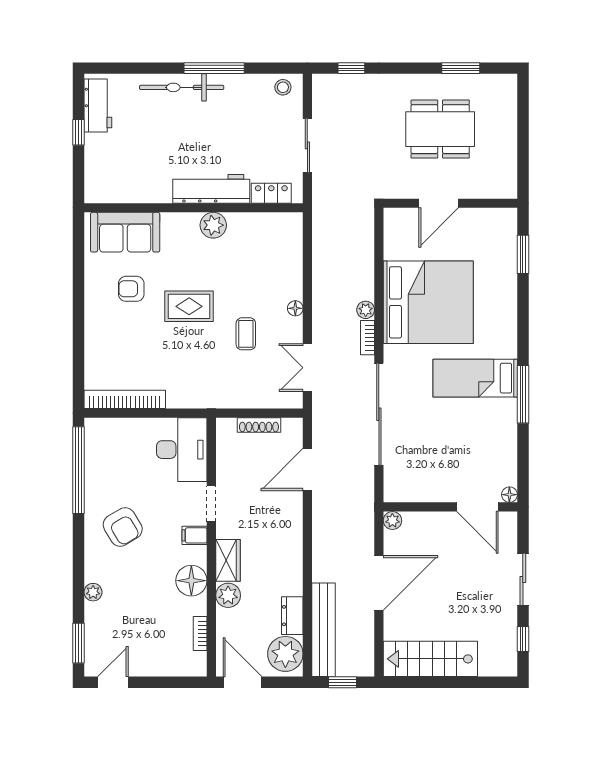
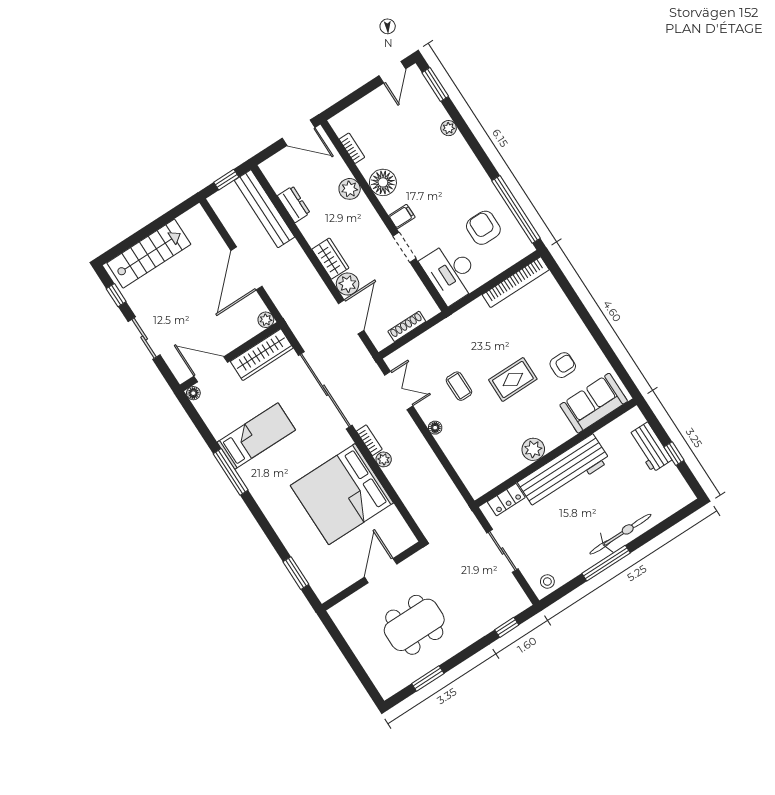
workbench: (98, 105) -> (650, 447), moved
workbench: (211, 189) -> (564, 472), width x1.36, depth x1.32
bed: (475, 378) -> (256, 436), moved
wardrobe: (418, 489) -> (262, 355), added
armchair: (123, 527) -> (483, 228), moved, turned 31
wardrobe: (228, 560) -> (330, 259), moved, turned 180
plant: (285, 654) -> (348, 284), moved, width x0.73, depth x0.73
stairs: (430, 659) -> (149, 254), moved

